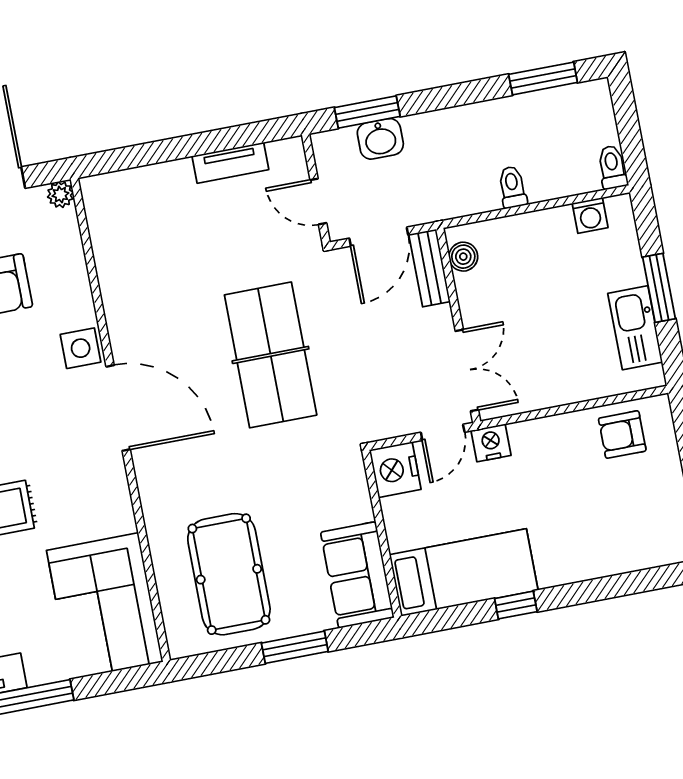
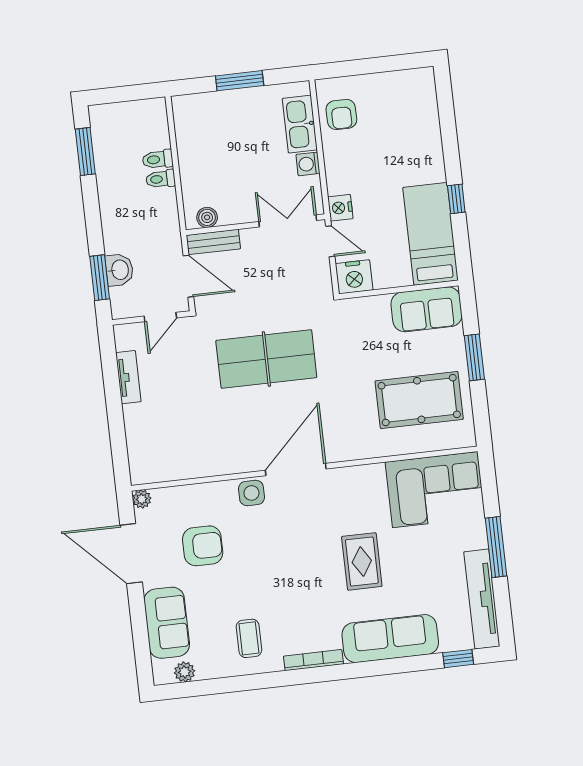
toilet: (612, 167) -> (158, 159), moved
washing machine: (590, 215) -> (308, 164), moved, turned 180
kitchen sink: (635, 328) -> (300, 124), moved, turned 90

